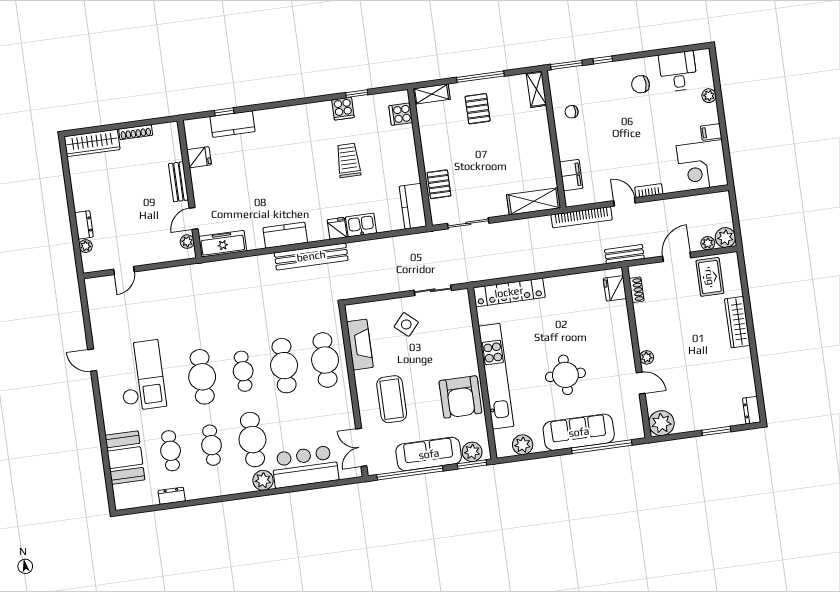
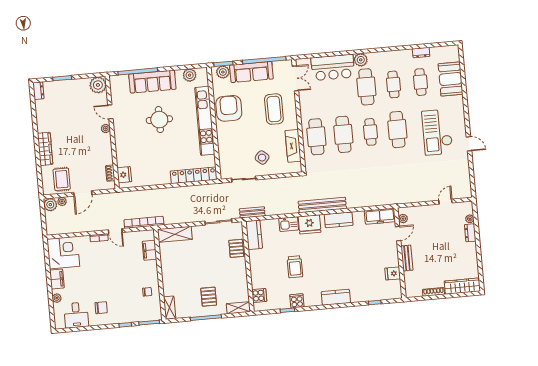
kitchen counter: (233, 124) -> (336, 297), moved
filing cabinet: (711, 132) -> (57, 279), width x2.00
fridge: (337, 228) -> (310, 224), width x1.88, depth x1.34
bench: (624, 254) -> (252, 212), moved

